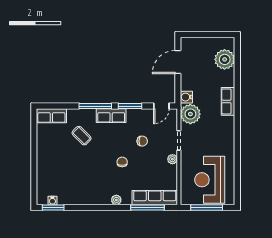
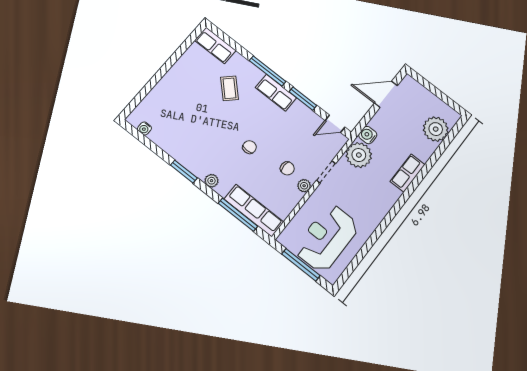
chair: (142, 141) -> (287, 168), moved
window: (53, 207) -> (184, 172), moved

